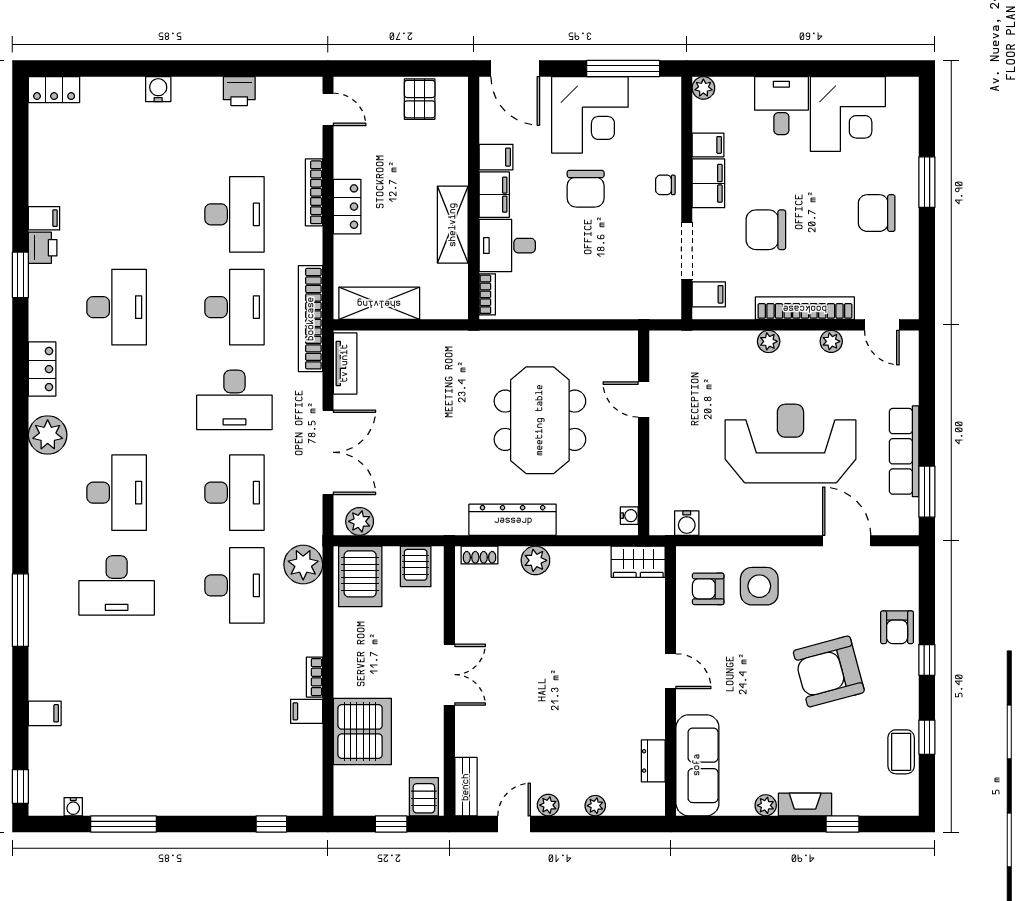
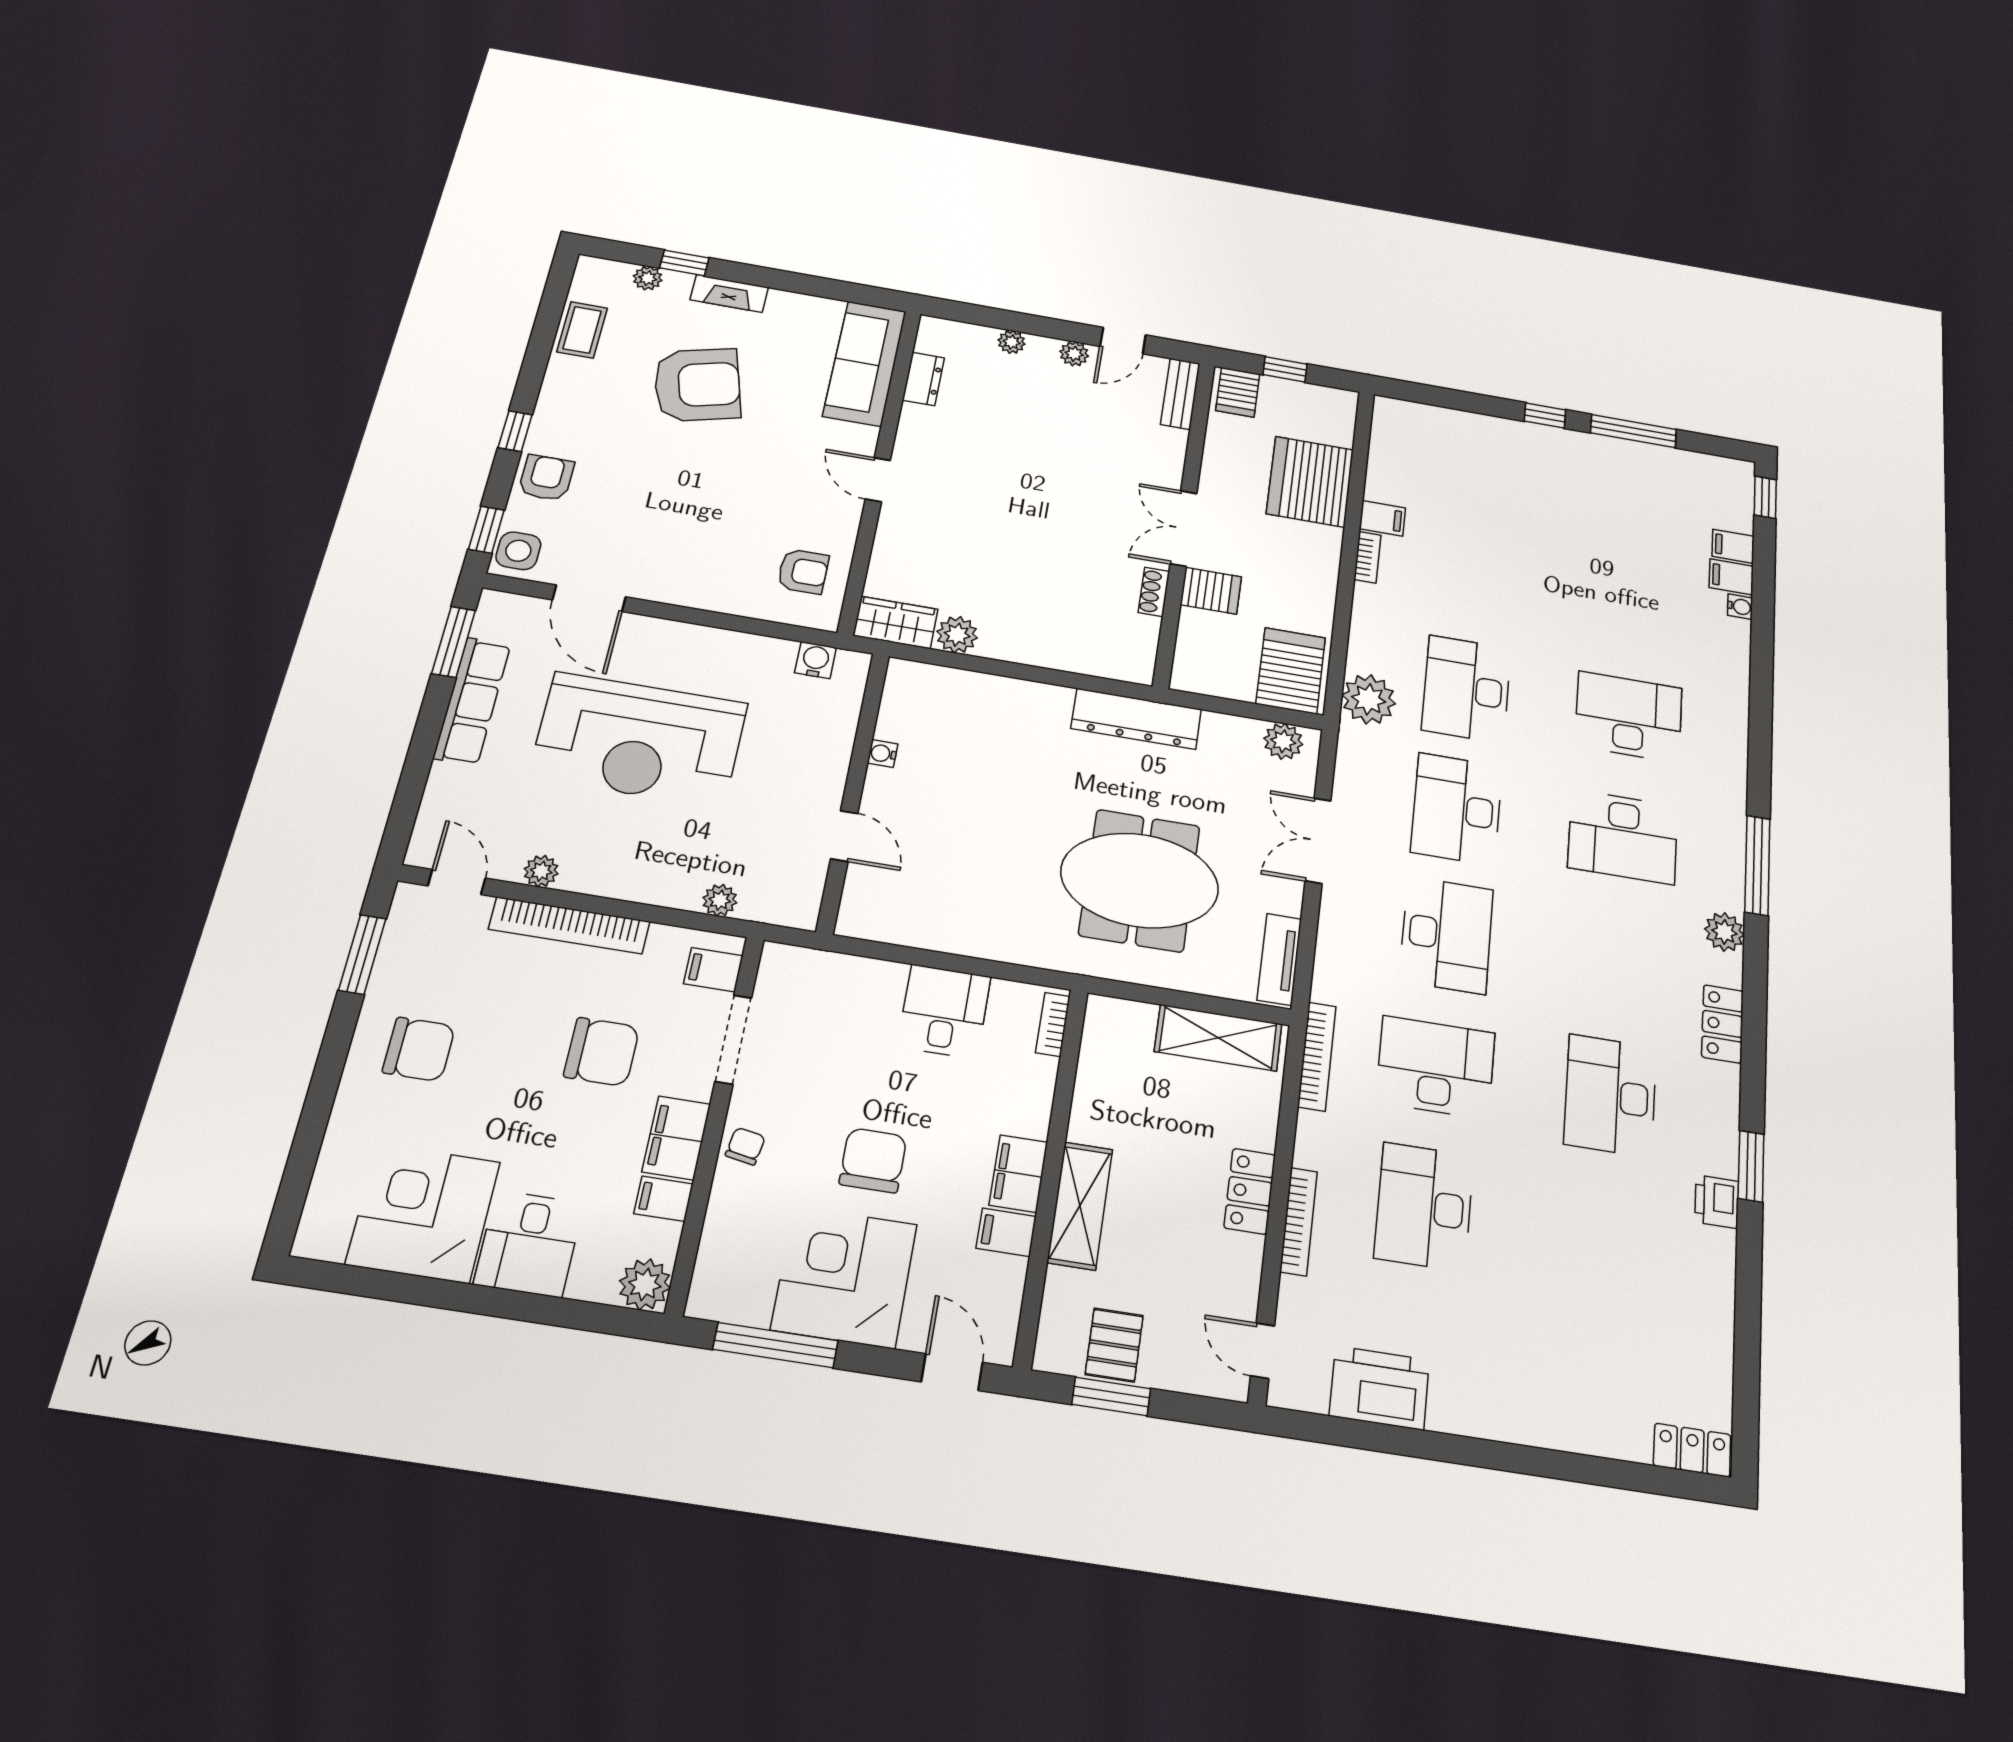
window: (417, 69) -> (1111, 1396), added
door: (515, 69) -> (952, 1372), width x0.73
plant: (703, 88) -> (645, 1284), width x1.38, depth x1.38
water cooler: (158, 89) -> (1528, 1426), removed
printer: (239, 91) -> (1379, 1388), width x1.87, depth x1.48
window: (927, 182) -> (362, 954), moved
chair: (665, 185) -> (745, 1146), turned -80
filing cabinet: (44, 218) -> (1733, 546), moved
shelving: (453, 225) -> (1080, 1206), moved
desk: (507, 246) -> (944, 1011), moved, turned -90
desk: (234, 307) -> (1436, 1067), turned 90
bookcase: (311, 319) -> (1317, 1056), width x0.68, depth x0.76
plant: (769, 341) -> (720, 900), moved
desk: (234, 400) -> (1446, 935), turned 90
meeting table: (540, 420) -> (1140, 880), moved, turned 90
plant: (48, 435) -> (1724, 932), width x0.73, depth x0.73
double door: (328, 452) -> (1318, 841), width x0.73
desk: (117, 493) -> (1623, 837), turned -90
water cooler: (629, 516) -> (883, 753), moved
dresser: (513, 520) -> (1136, 719), moved
shoe rack: (479, 555) -> (1154, 592), moved, turned -90
plant: (535, 560) -> (957, 635), moved
server rack: (416, 566) -> (1211, 591), moved, turned 90
side table: (759, 586) -> (518, 551), moved, width x0.73, depth x0.73
window: (20, 610) -> (1757, 865), moved
armchair: (829, 671) -> (697, 385), moved
window: (927, 737) -> (486, 530), moved
plant: (766, 805) -> (648, 278), moved
water cooler: (73, 807) -> (1740, 607), moved, turned 90
window: (271, 824) -> (1545, 415), moved

